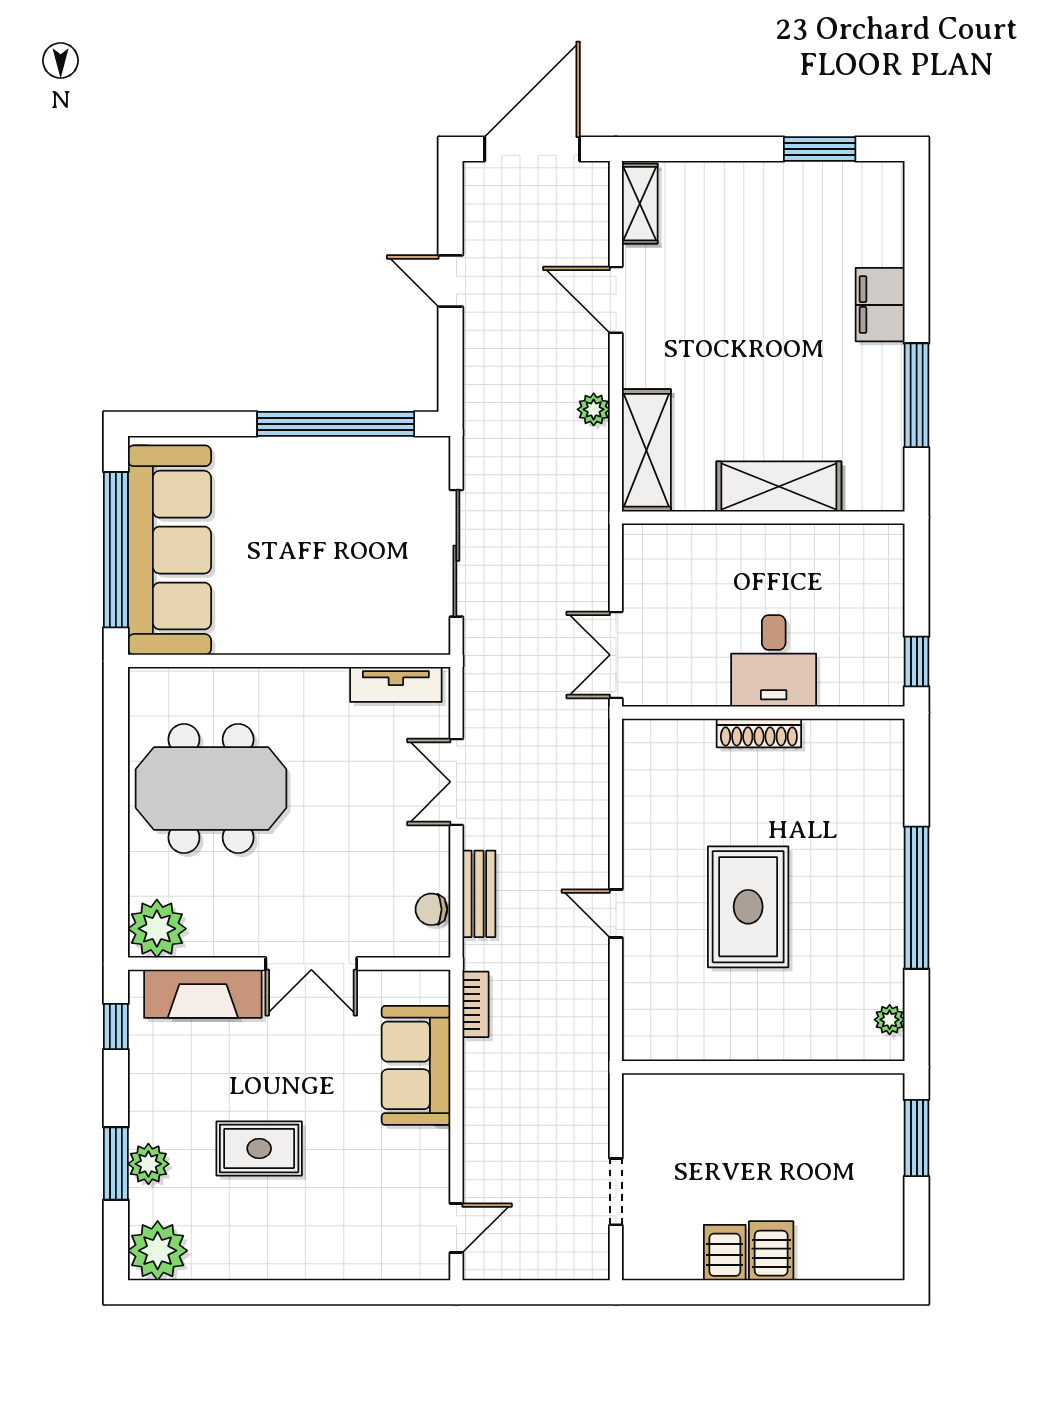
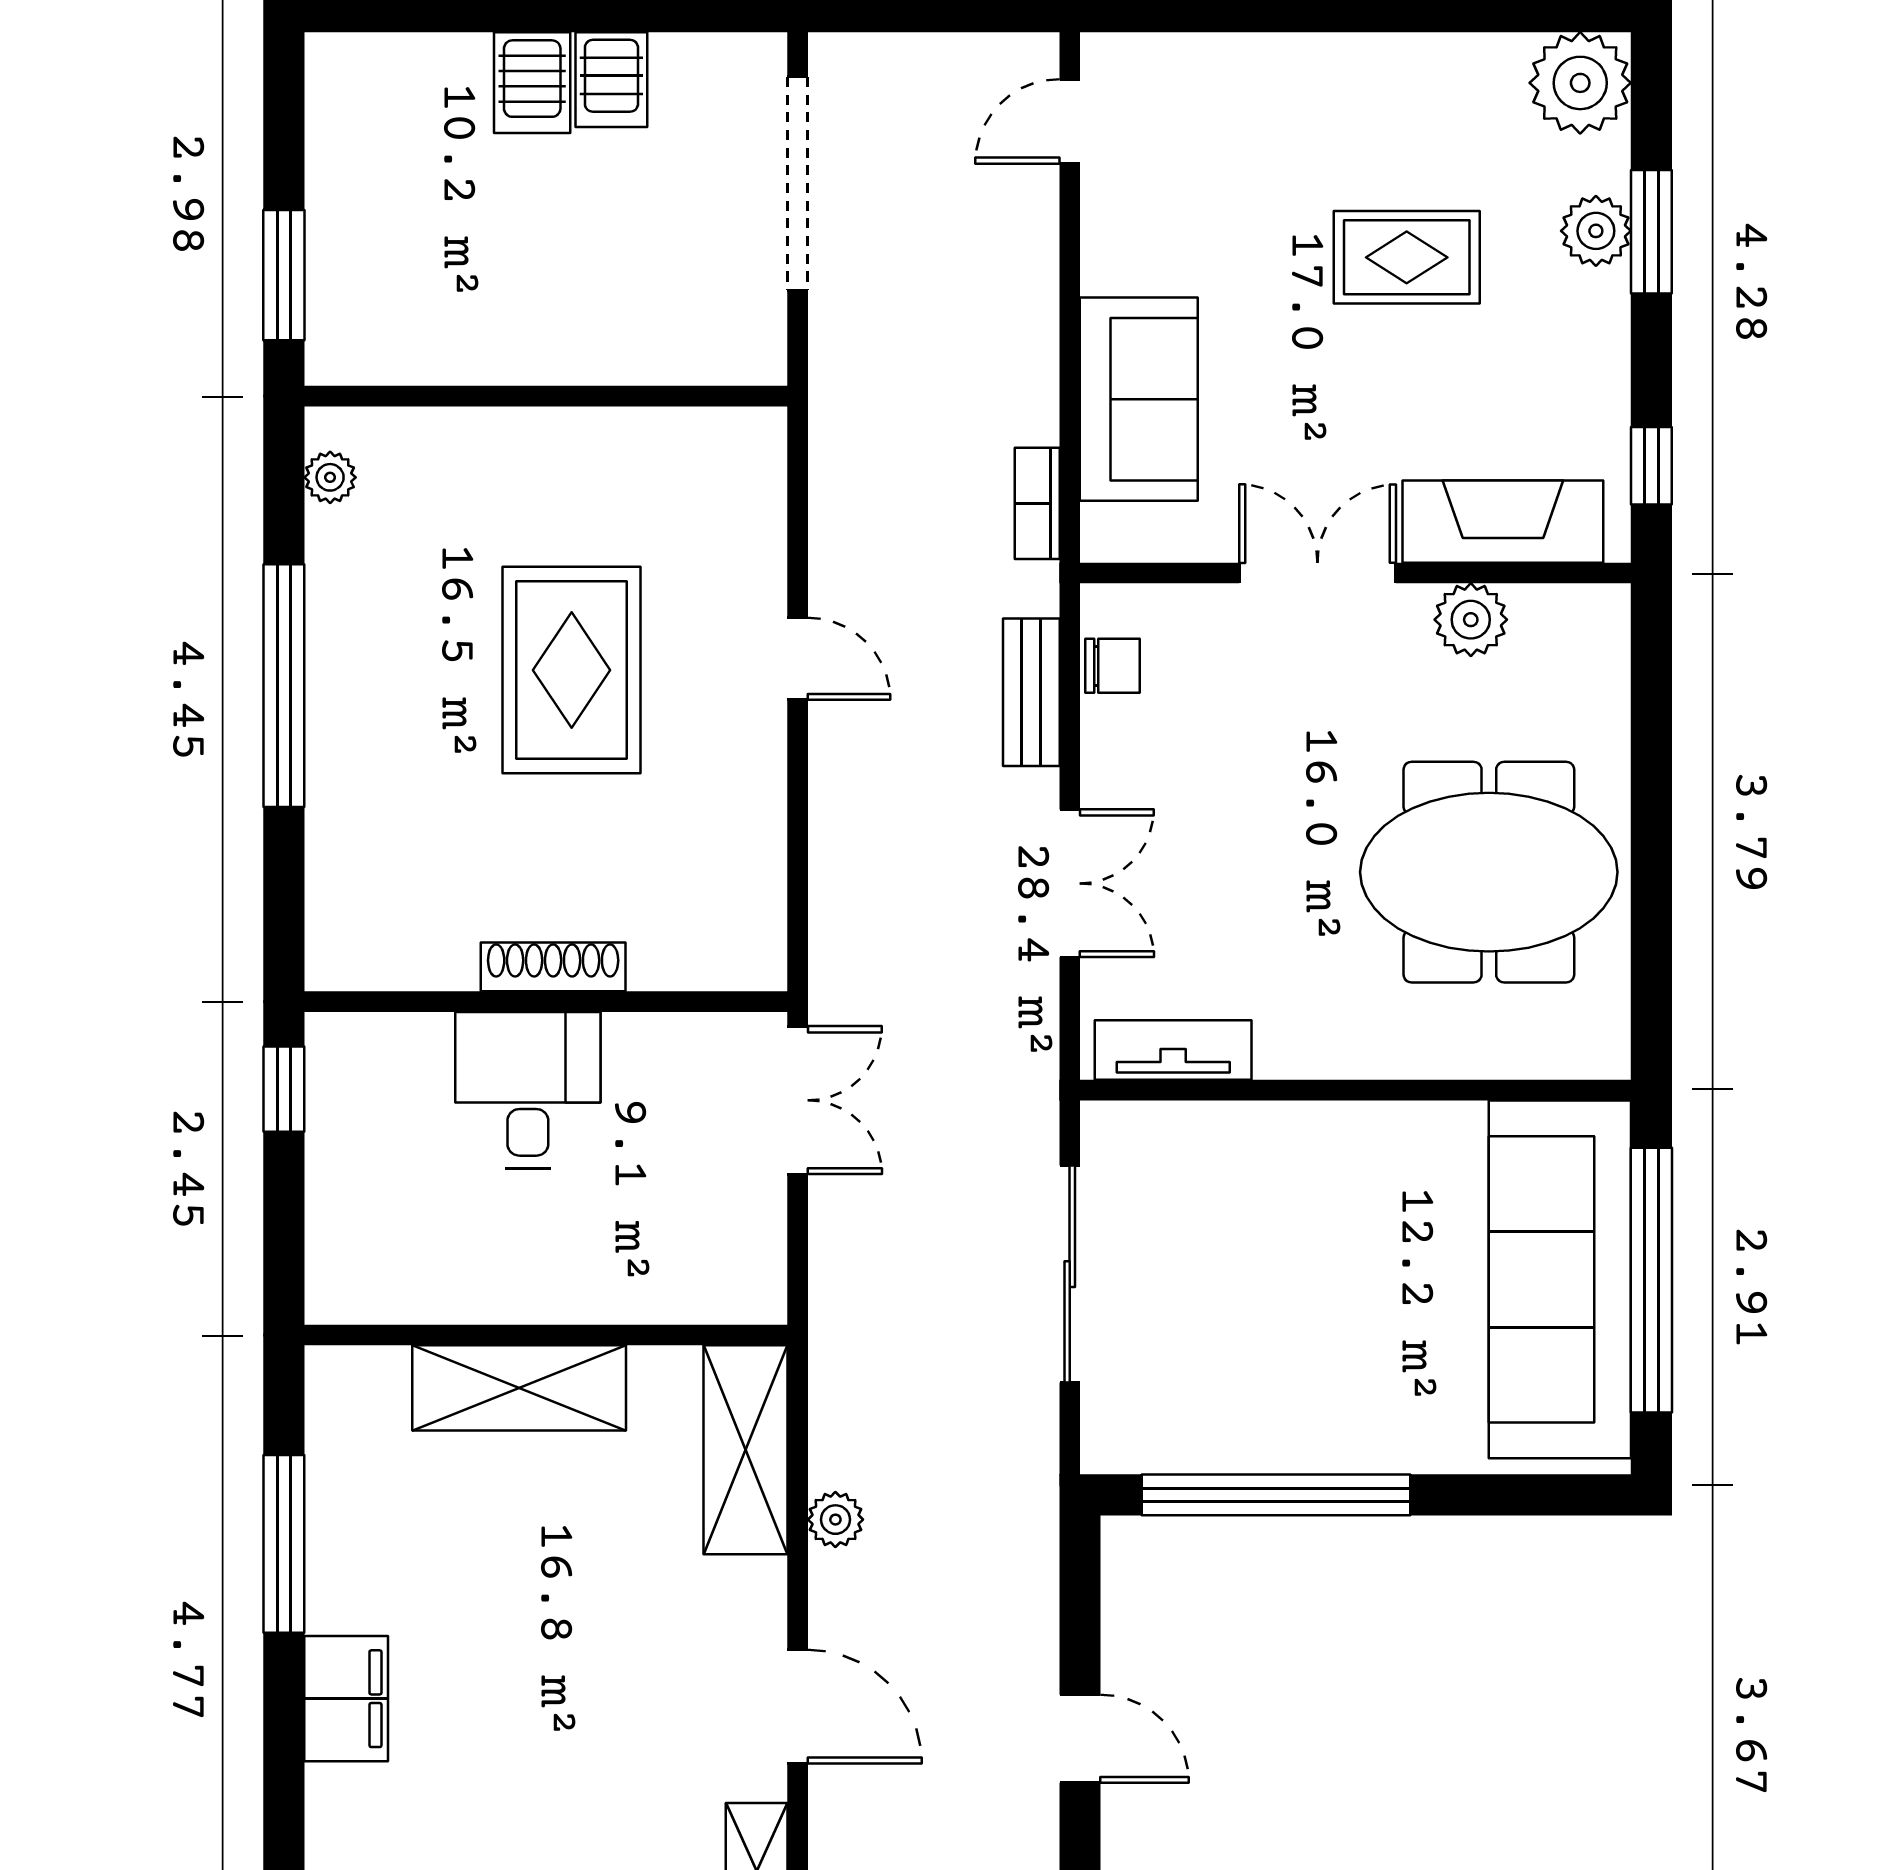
plant: (157, 929) -> (1471, 620), moved, width x0.73, depth x0.73
doorway: (616, 1192) -> (798, 184), width x1.88

